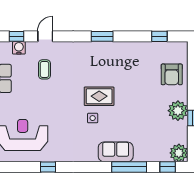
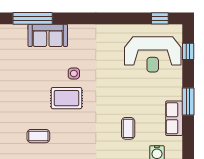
coffee table: (124, 63) -> (38, 136), added
window: (48, 167) -> (160, 18), moved

